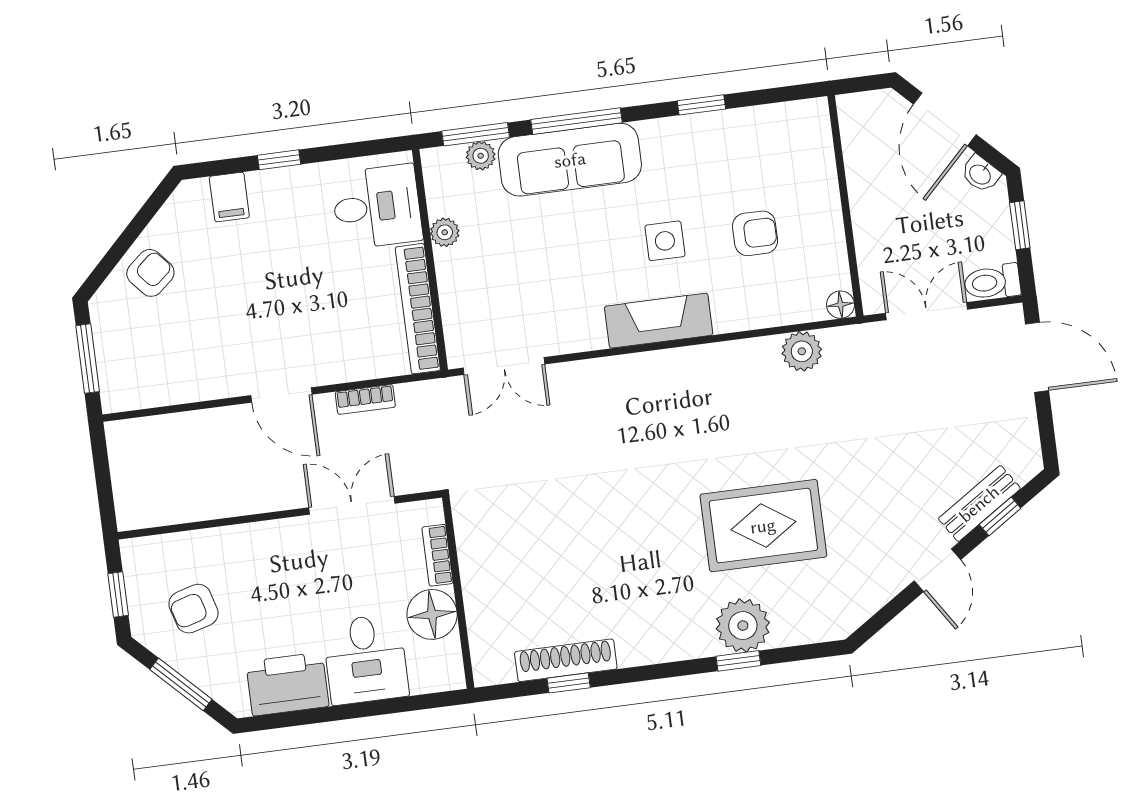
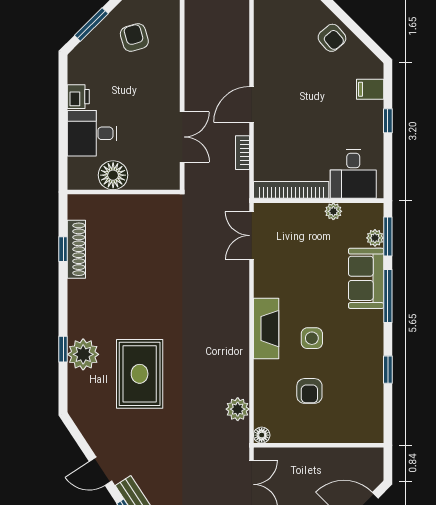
sofa: (570, 160) -> (366, 278), width x0.73
bookcase: (437, 555) -> (147, 183), removed
printer: (287, 684) -> (78, 97), width x0.53, depth x0.68

